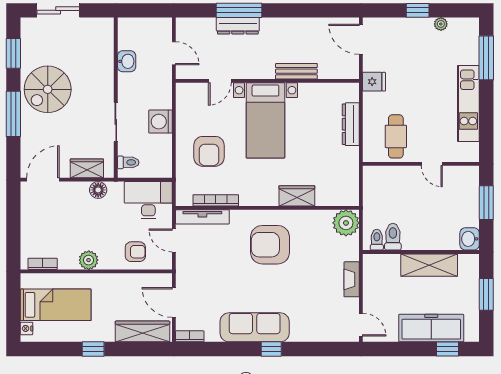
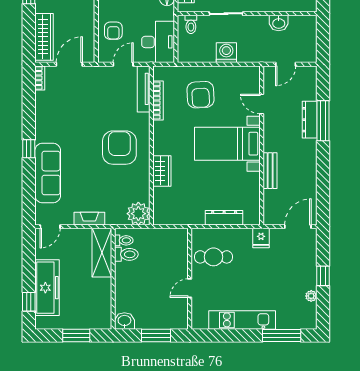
armchair: (209, 151) -> (201, 95), turned -93
shelving: (429, 265) -> (102, 253), moved
sofa: (255, 327) -> (48, 173), moved

